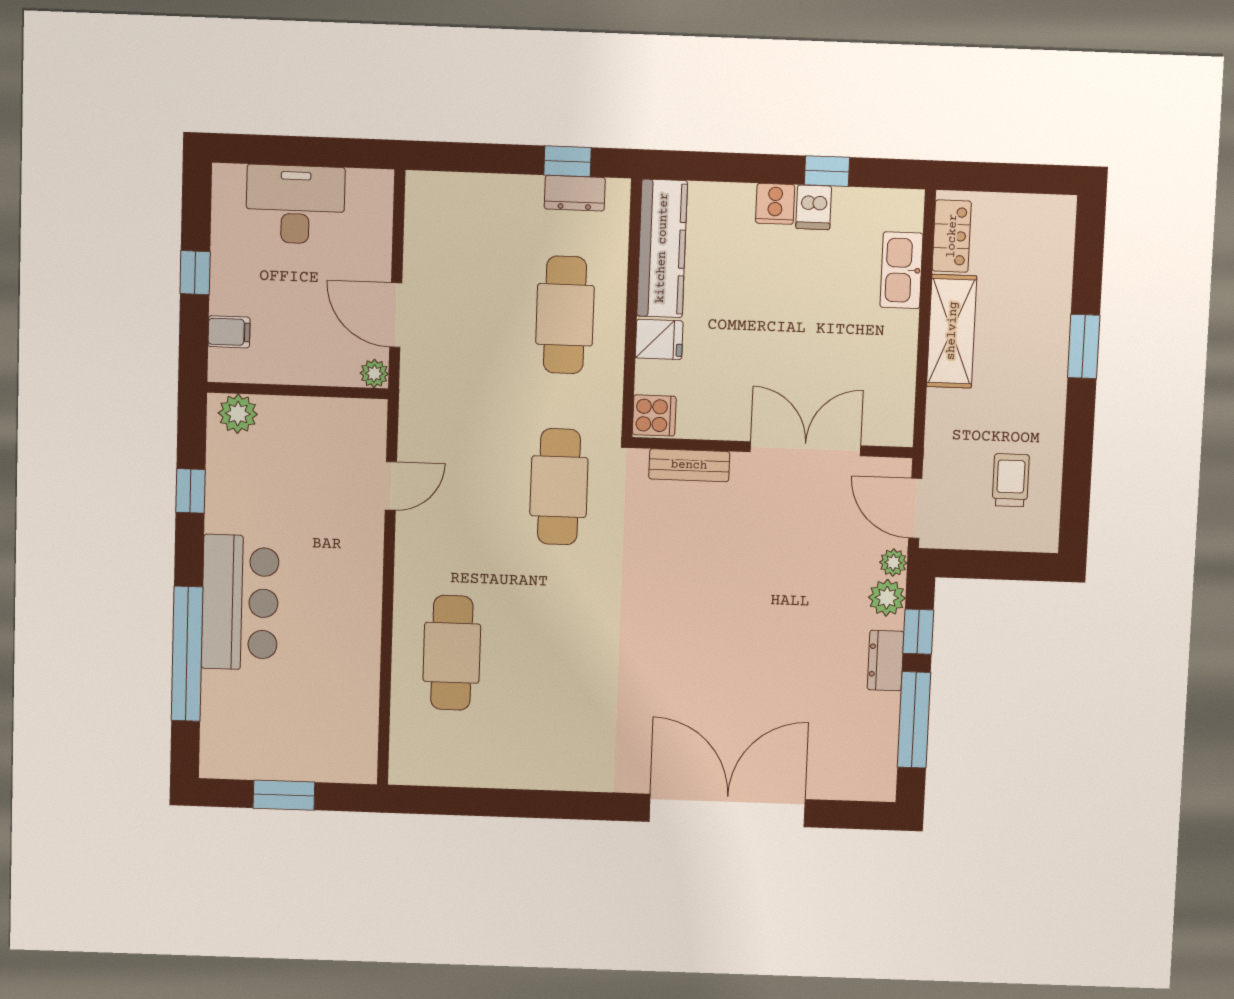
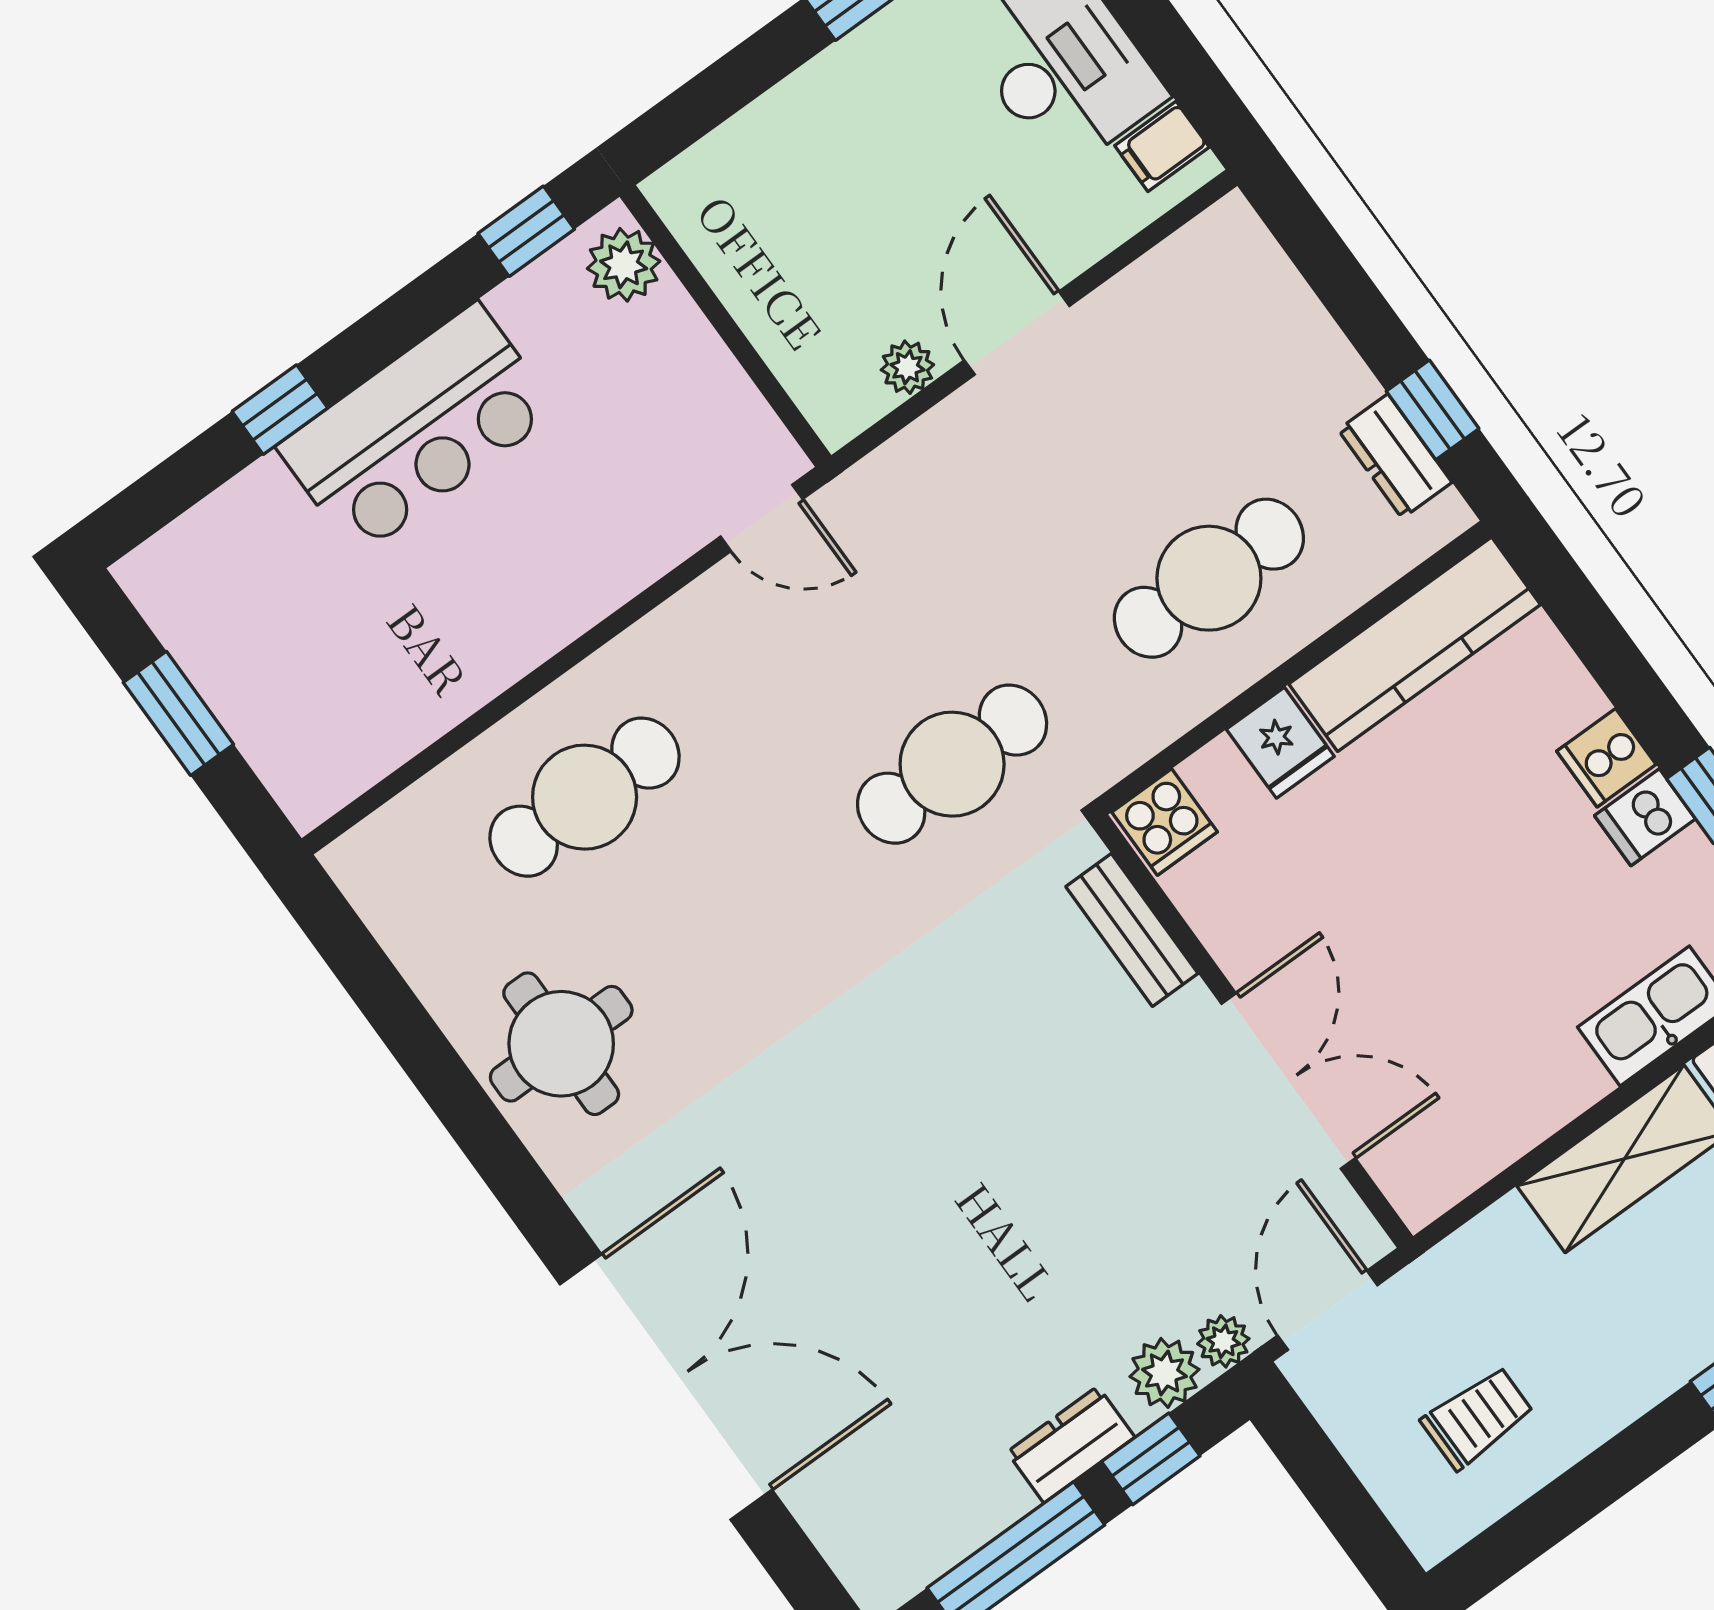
filing cabinet: (229, 332) -> (1162, 146), moved, turned 90
wall: (298, 391) -> (725, 326), moved
plant: (238, 414) -> (624, 265), moved
window: (187, 654) -> (280, 410), width x0.32
round table: (549, 743) -> (561, 1044), added

